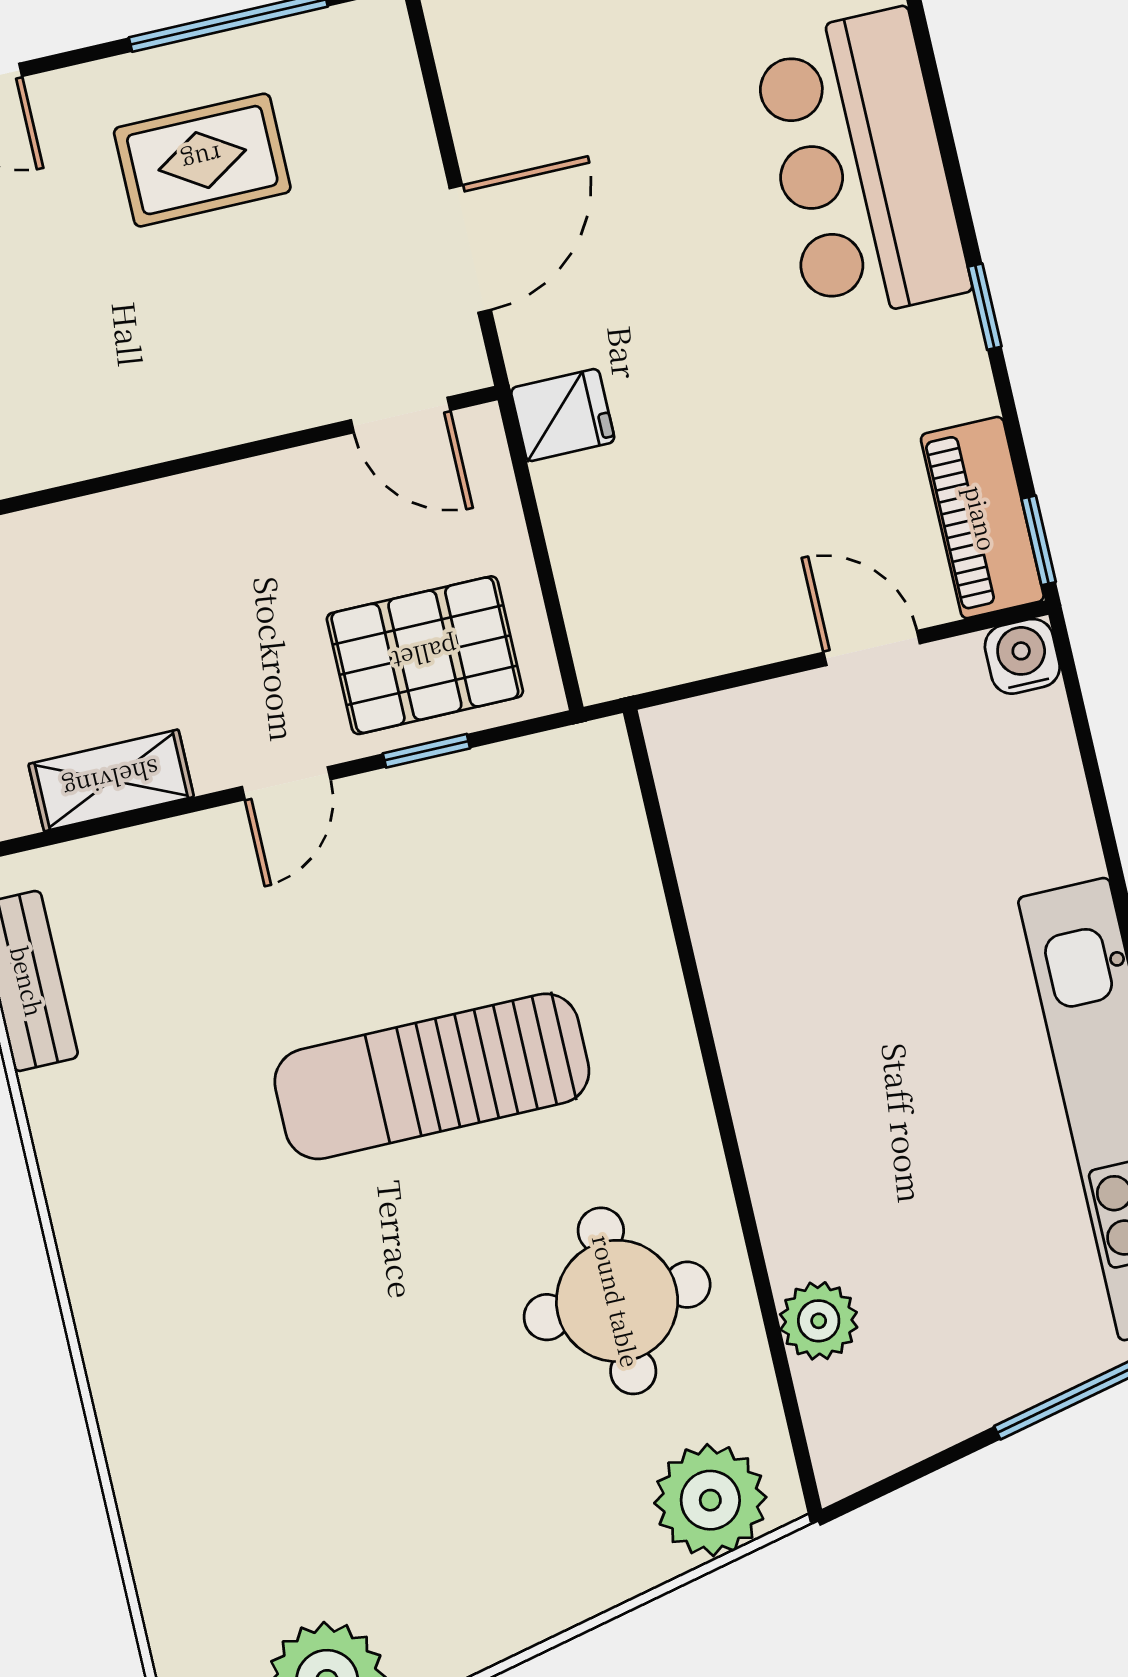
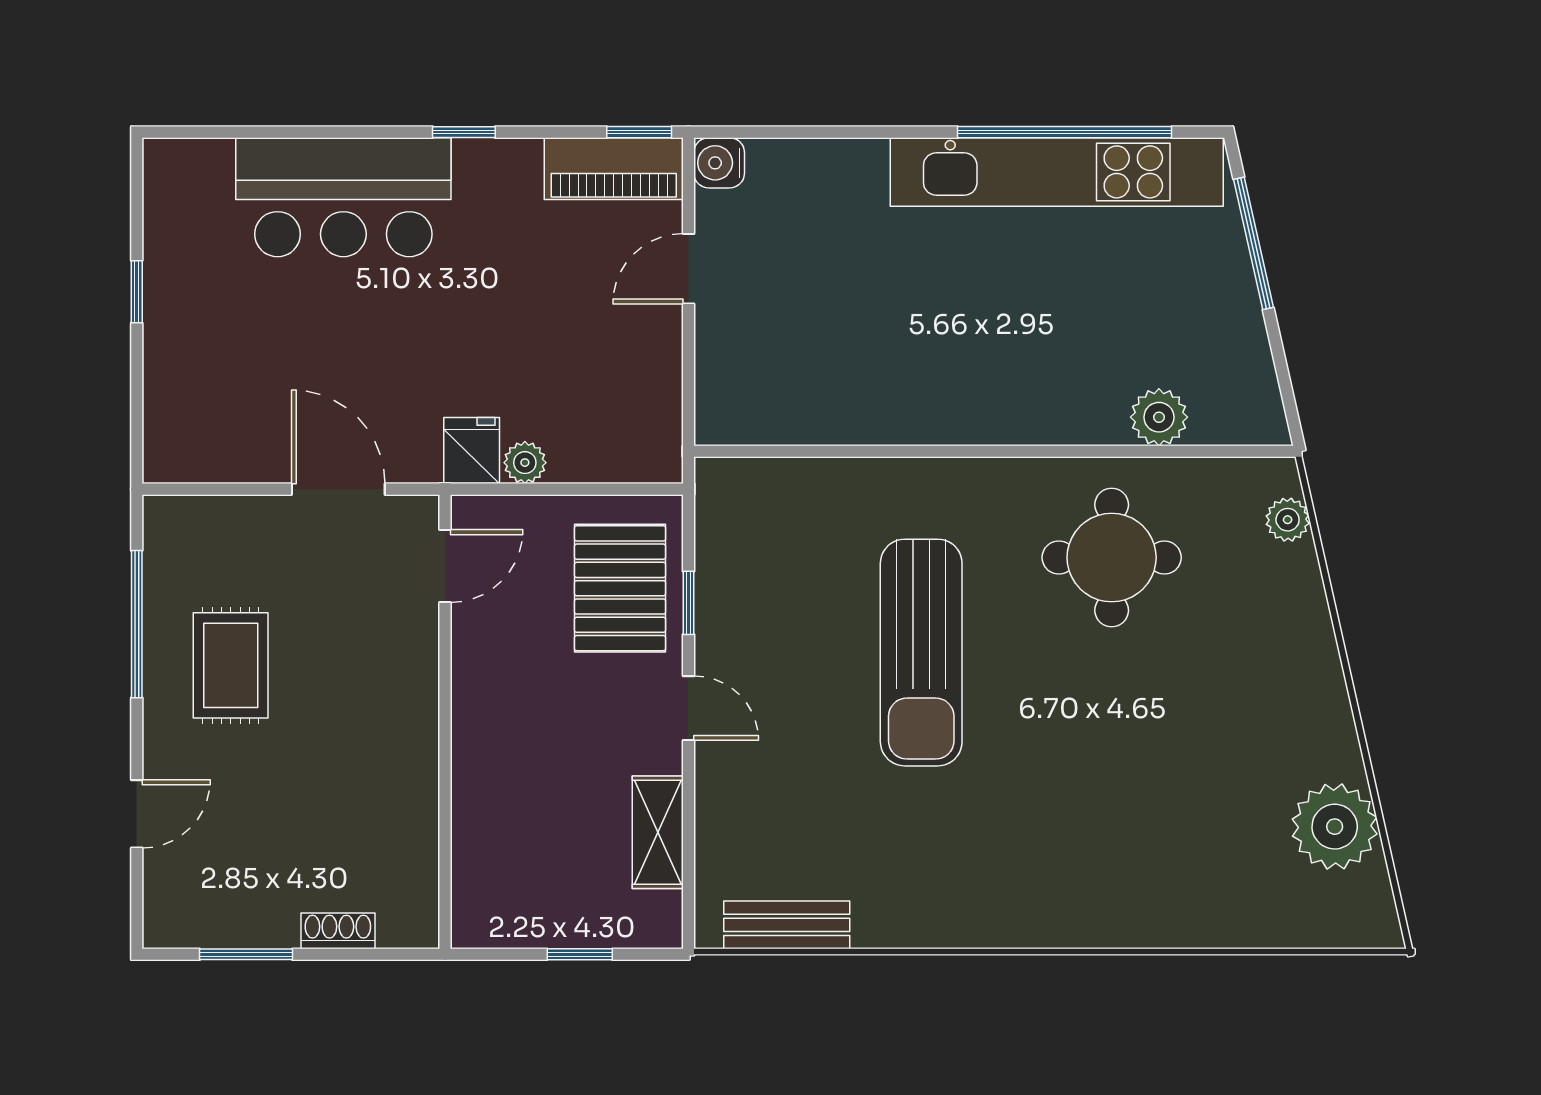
plant: (563, 490) -> (525, 463), added
plant: (710, 1500) -> (1288, 520), width x0.53, depth x0.53

